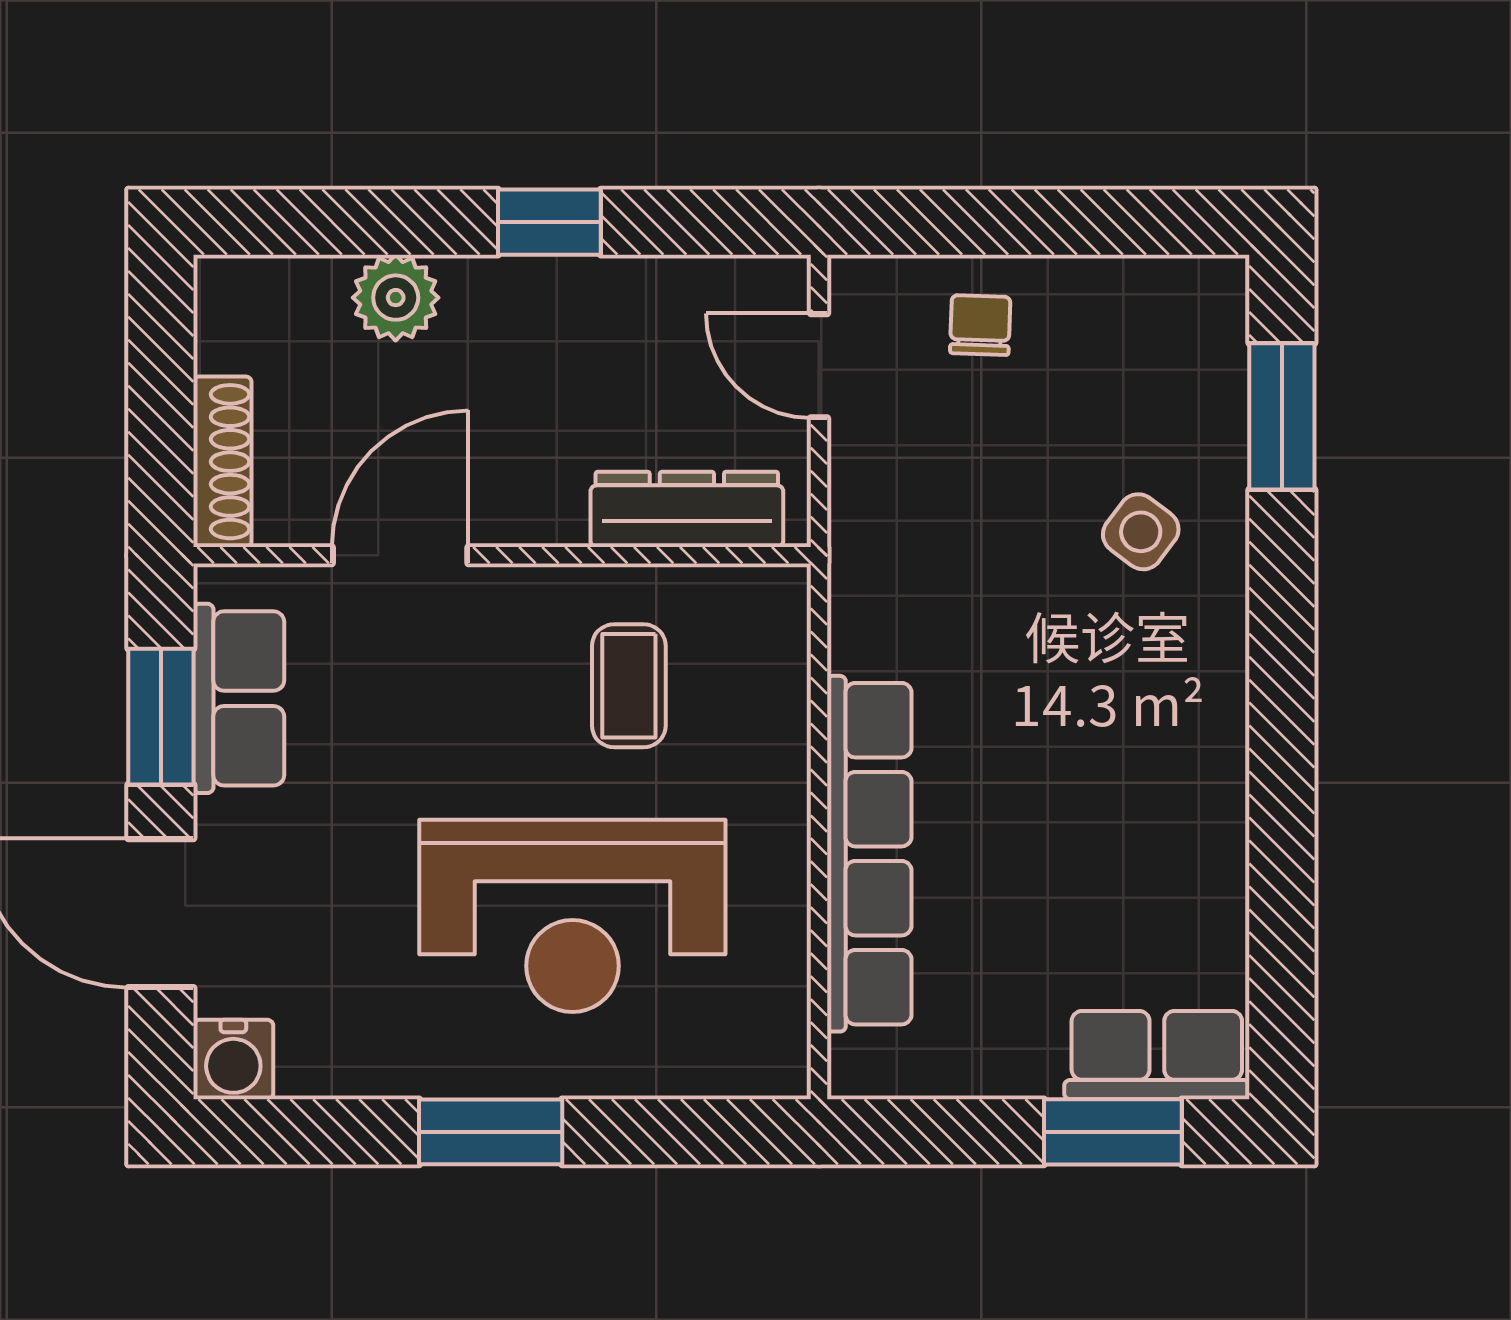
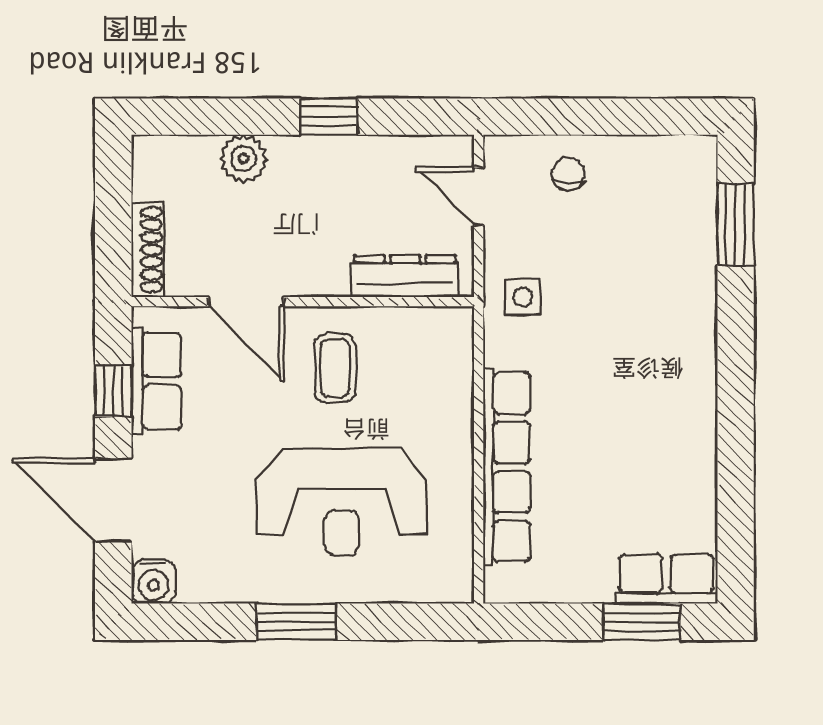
side table: (1141, 532) -> (523, 297), moved, turned -37
door: (400, 555) -> (246, 302), swing flipped
coffee table: (629, 686) -> (335, 368), moved
window: (161, 717) -> (113, 391), width x0.67

